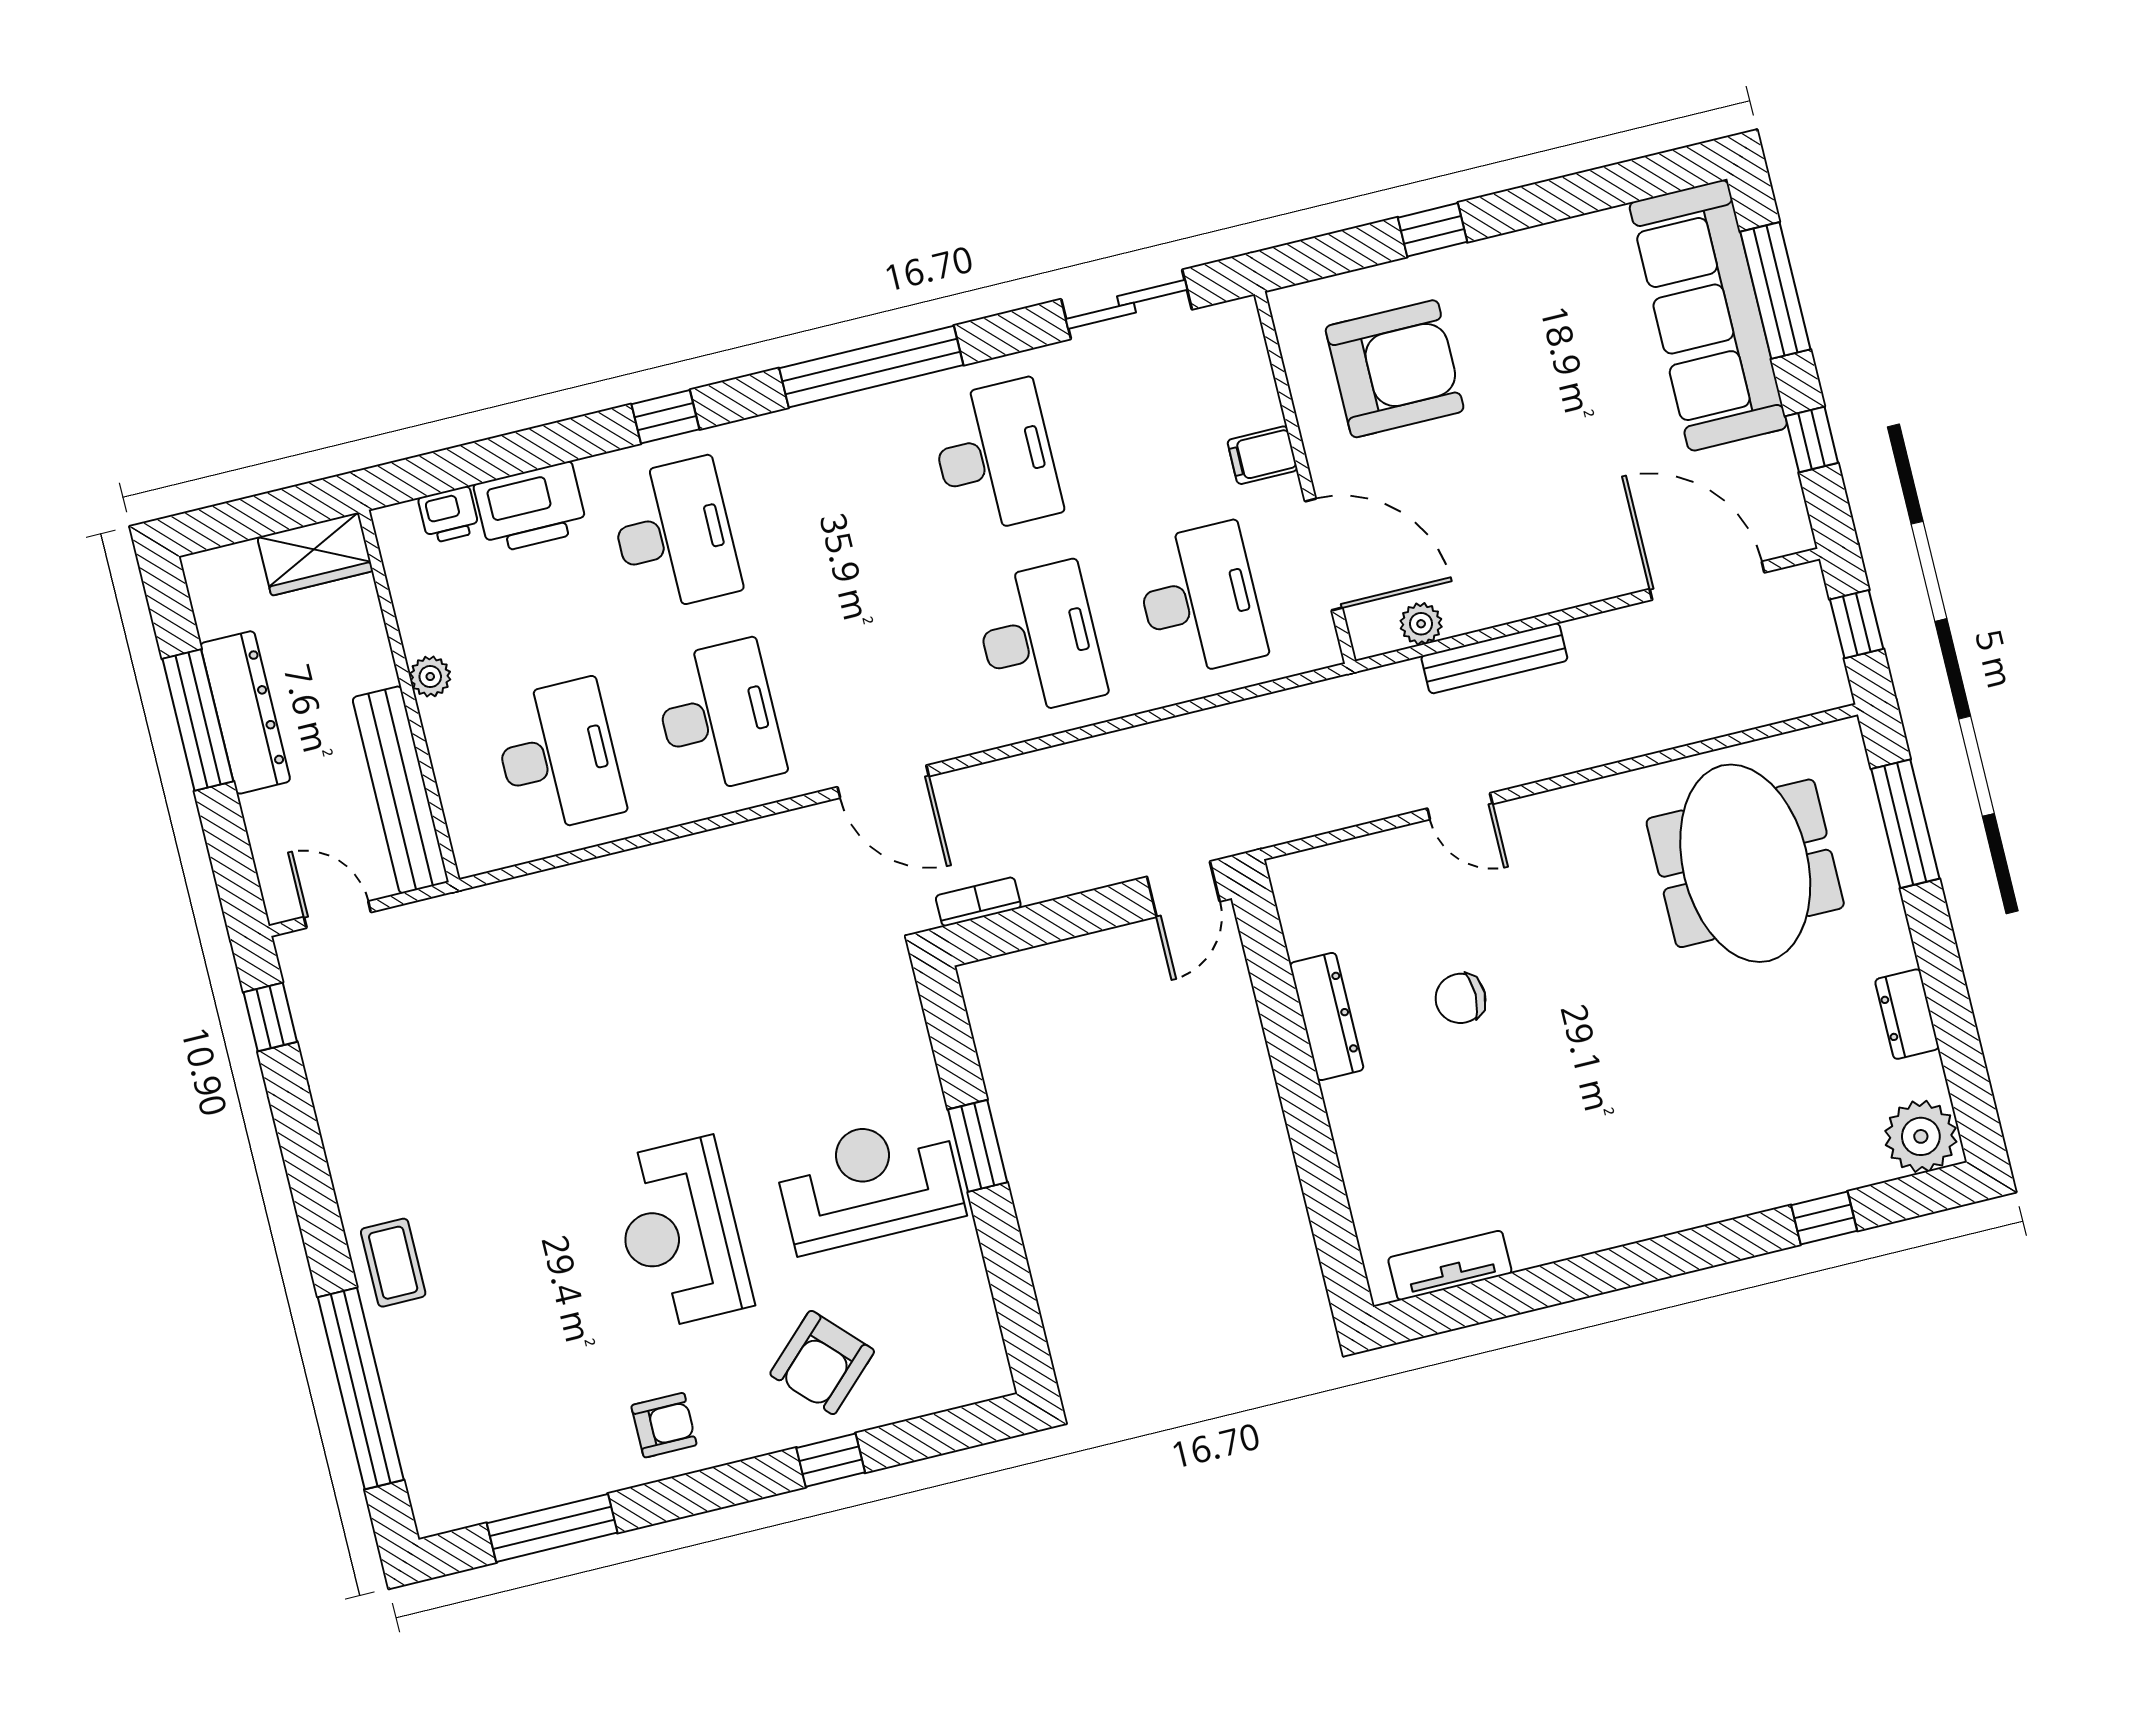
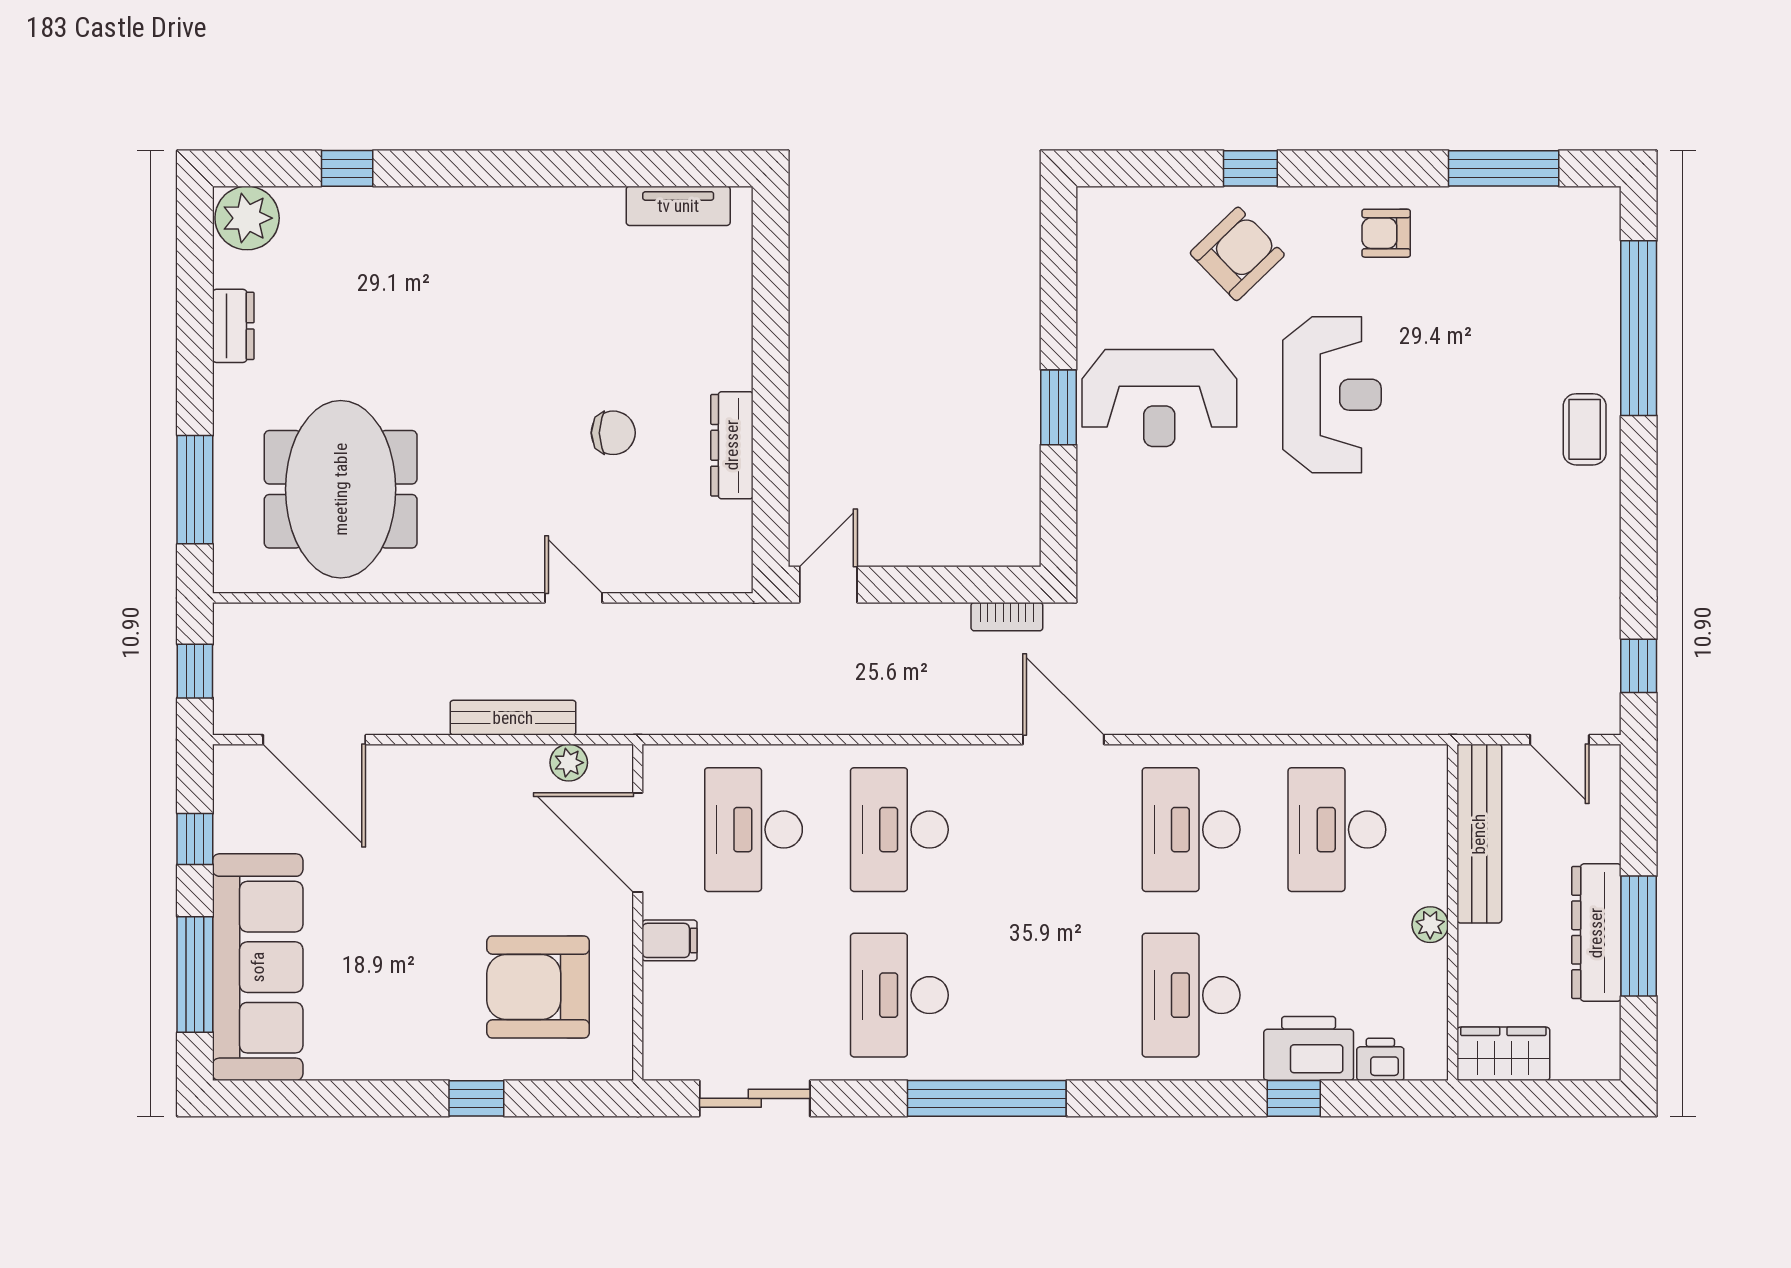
window: (665, 417) -> (1294, 1098), moved

